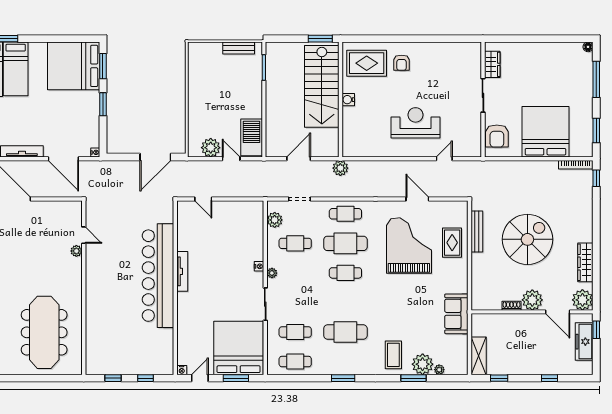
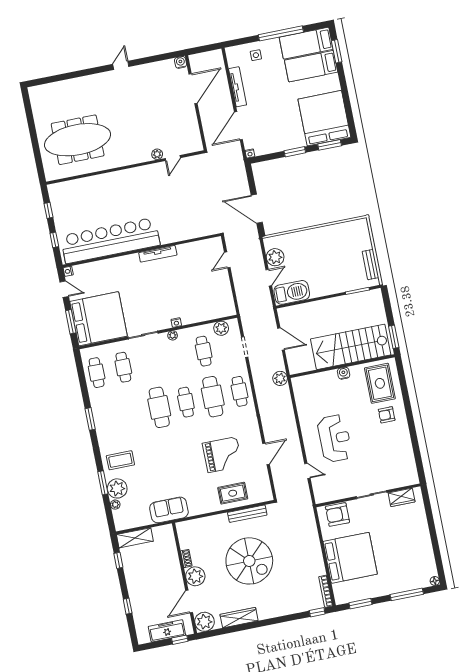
grand piano: (409, 245) -> (222, 455), width x0.73, depth x0.68
bar counter: (158, 276) -> (110, 240), moved
cafe table: (345, 332) -> (159, 407), moved

